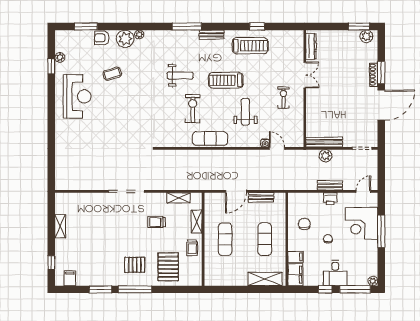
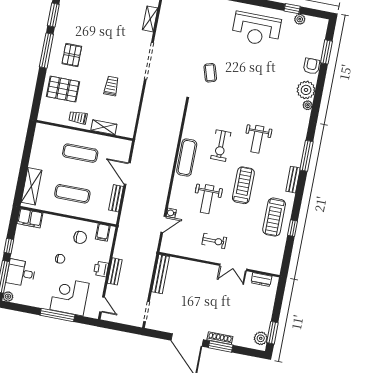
dresser: (311, 46) -> (261, 280), width x0.70
coffee table: (112, 74) -> (210, 73), moved
exercise bike: (193, 109) -> (221, 146), turned 90
weight bench: (245, 112) -> (207, 199), turned 90
plant: (325, 156) -> (146, 273), removed
shelving: (179, 198) -> (150, 19), moved
filing cabinet: (296, 257) -> (103, 233), moved
desk: (335, 273) -> (21, 273), moved

